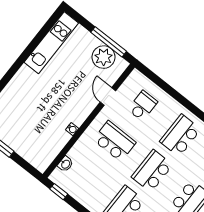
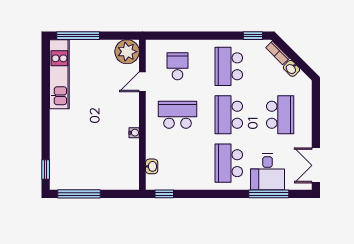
window: (109, 42) -> (78, 36), moved
plant: (104, 57) -> (127, 52), moved
door: (108, 97) -> (142, 82), hinge flipped

